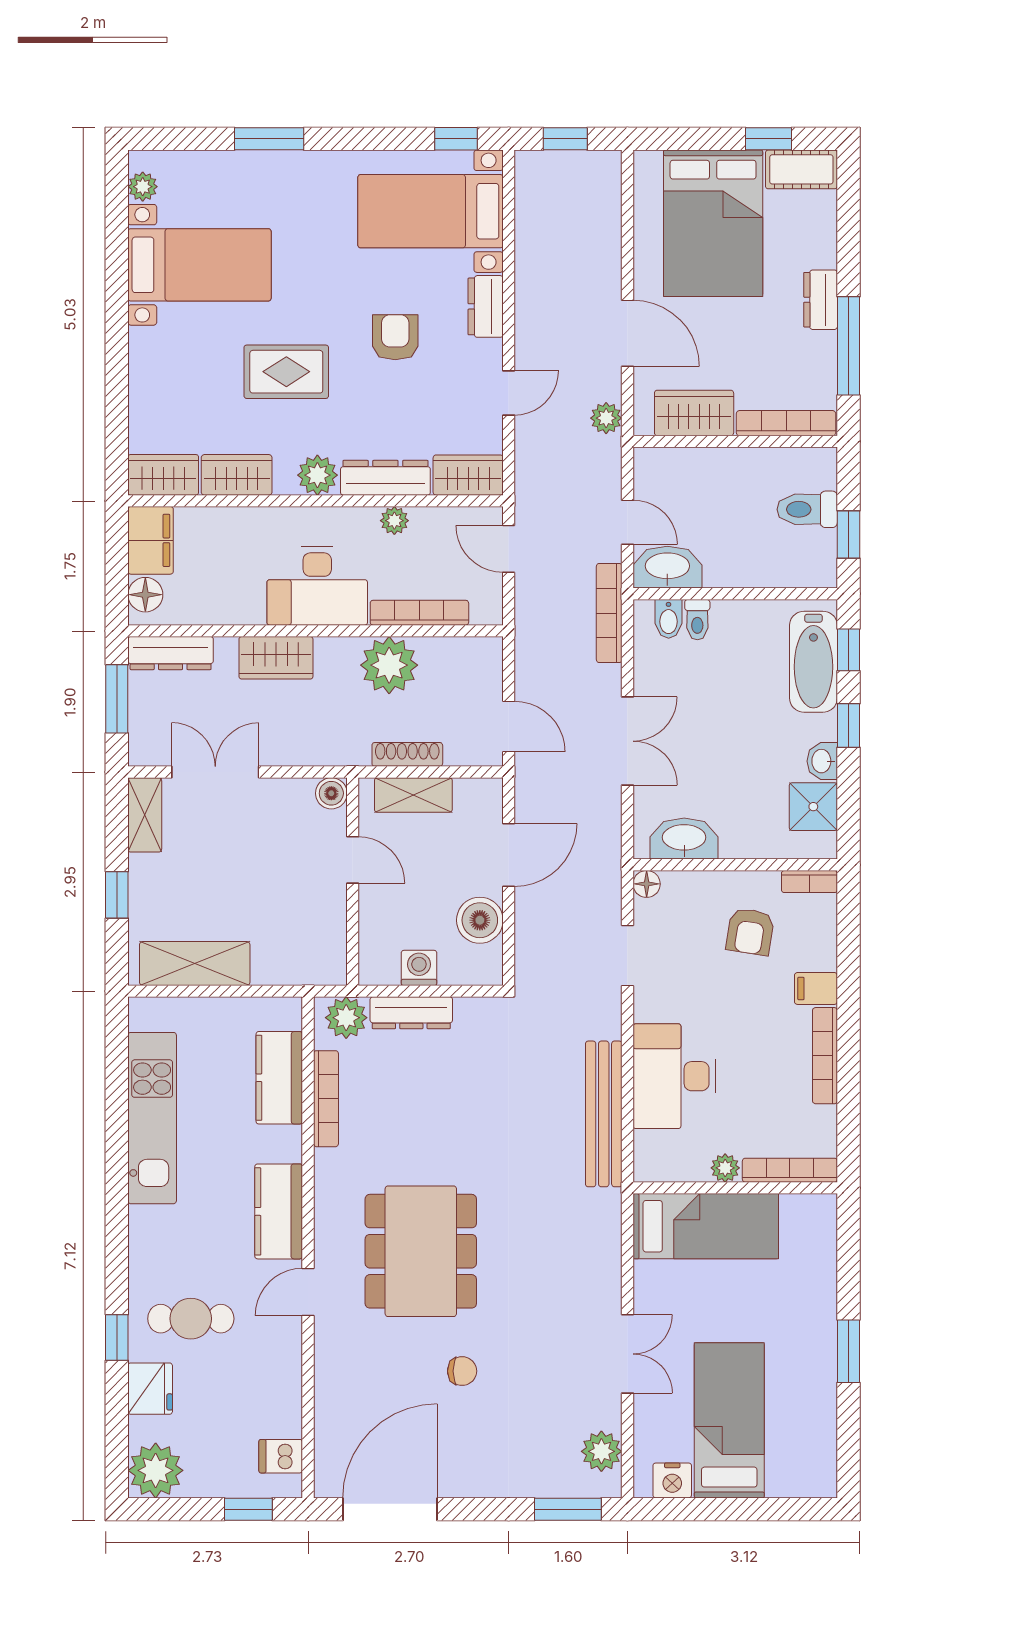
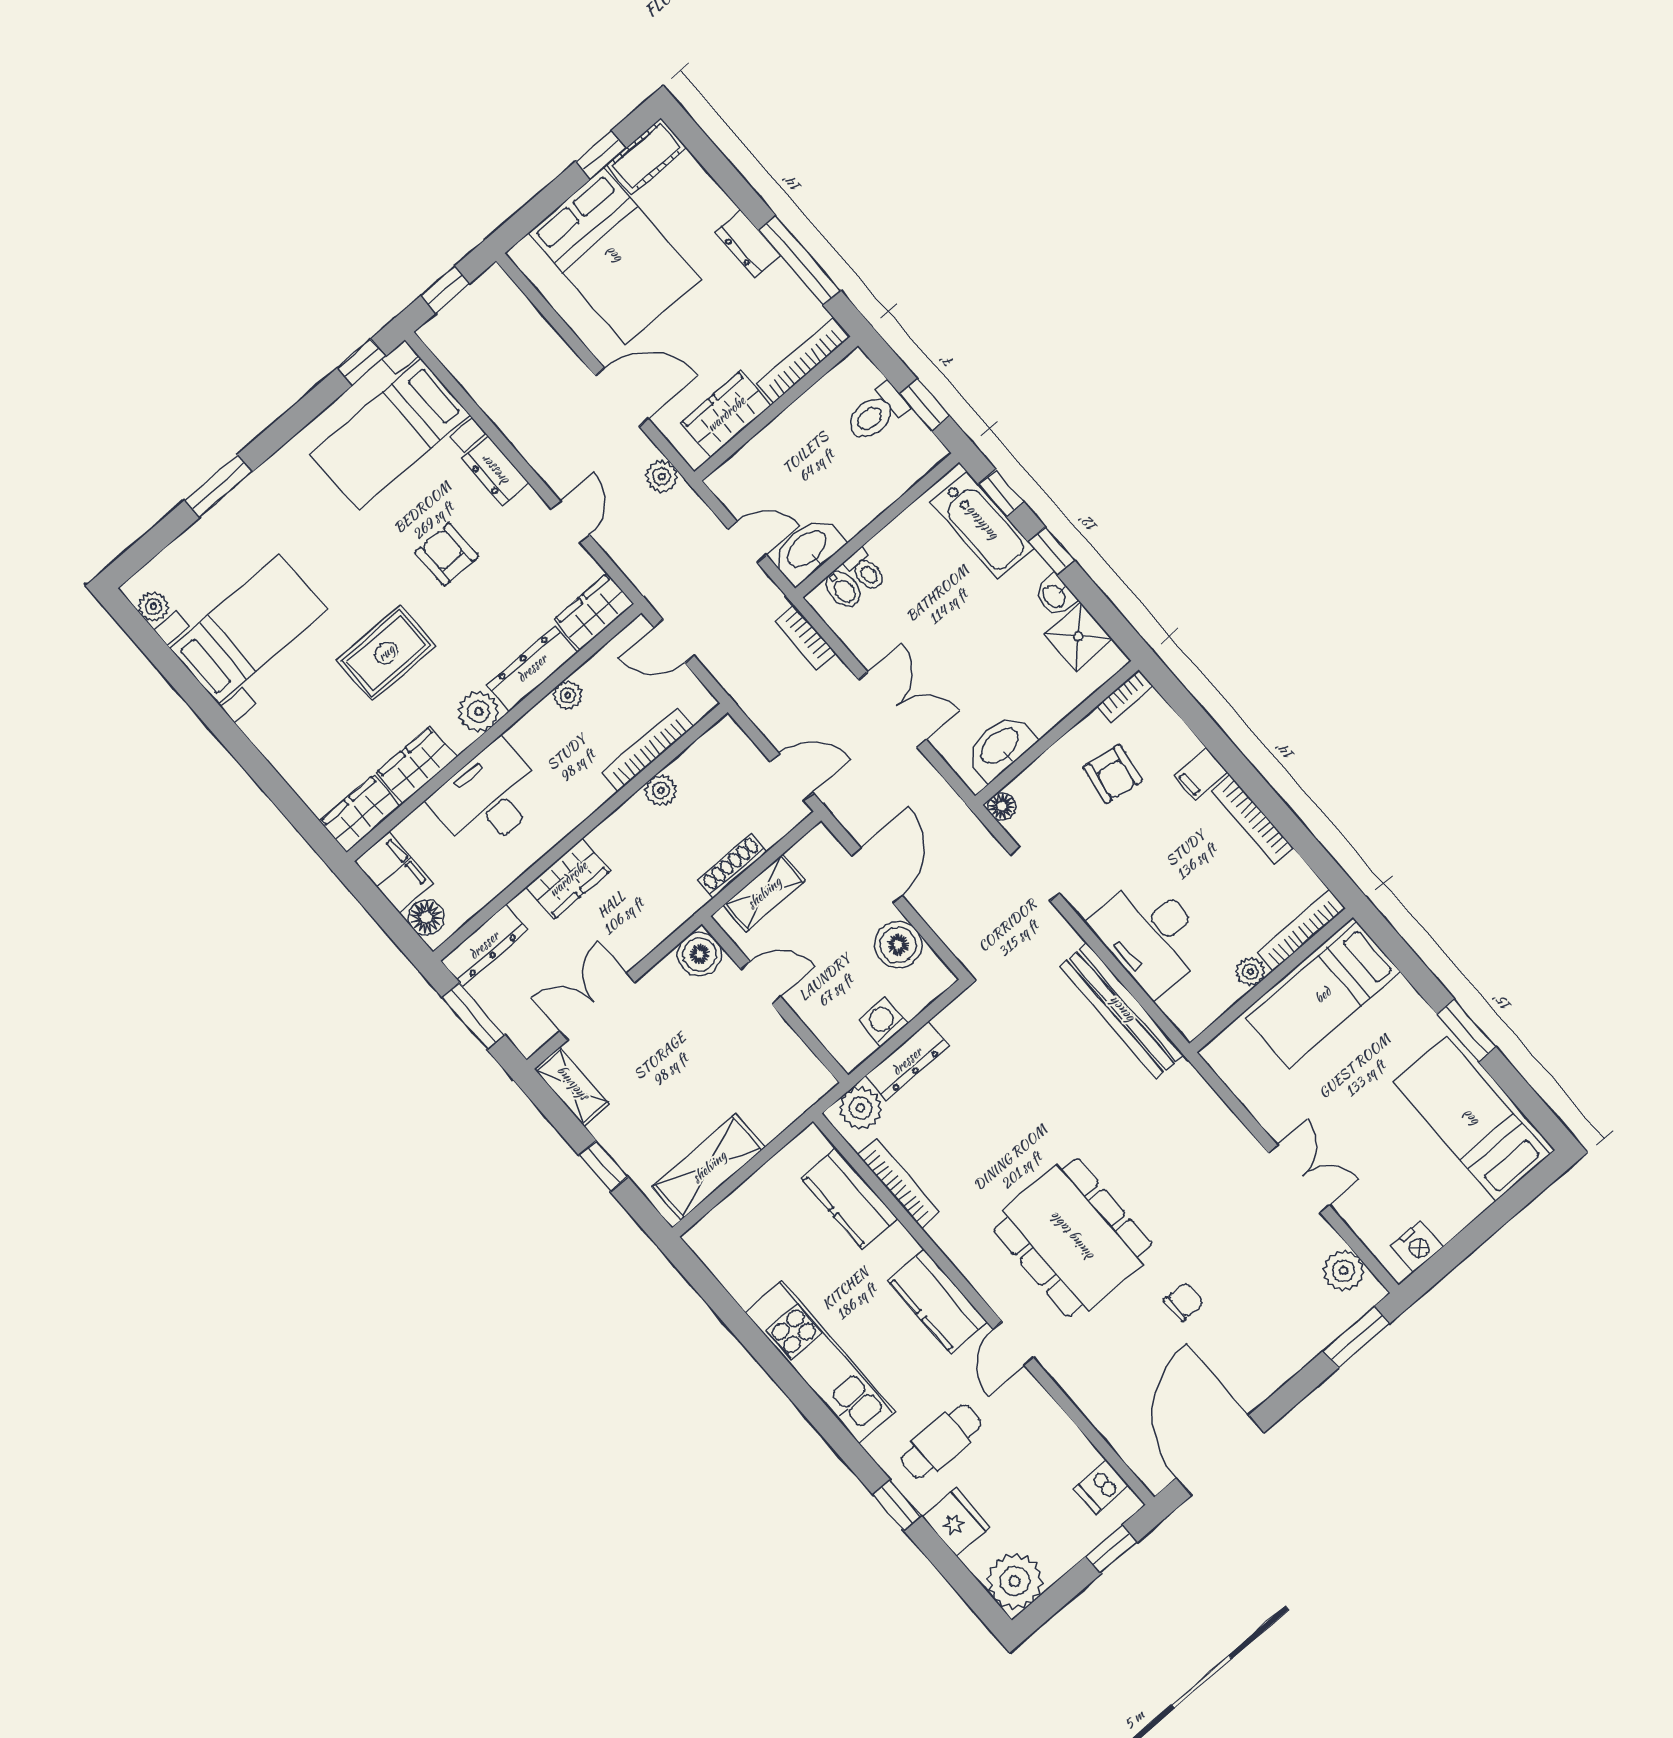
desk: (317, 586) -> (488, 798), moved, turned 180
bookcase: (609, 613) -> (805, 637), width x0.64
plant: (389, 665) -> (661, 790), width x0.53, depth x0.53
boiler: (331, 793) -> (700, 954), width x1.36, depth x1.36
kitchen unit: (152, 1118) -> (820, 1362), moved
bed: (706, 1226) -> (1323, 995), moved, turned 180
bed: (729, 1420) -> (1471, 1119), moved

